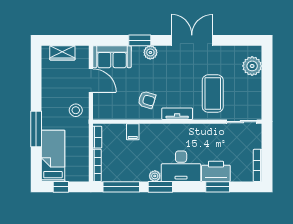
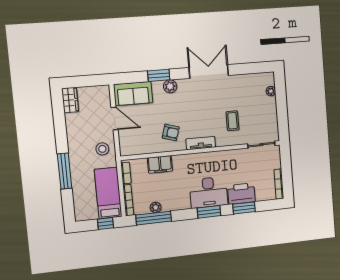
wardrobe: (62, 53) -> (70, 100), moved, turned -90
plant: (252, 66) -> (271, 91), width x0.53, depth x0.53
coffee table: (213, 94) -> (232, 121), width x0.54, depth x0.58
filing cabinet: (133, 132) -> (160, 164), width x2.00
bed: (53, 156) -> (108, 193), moved
plant: (155, 176) -> (156, 207), moved
window: (61, 187) -> (106, 223), moved
window: (160, 187) -> (209, 212), moved

